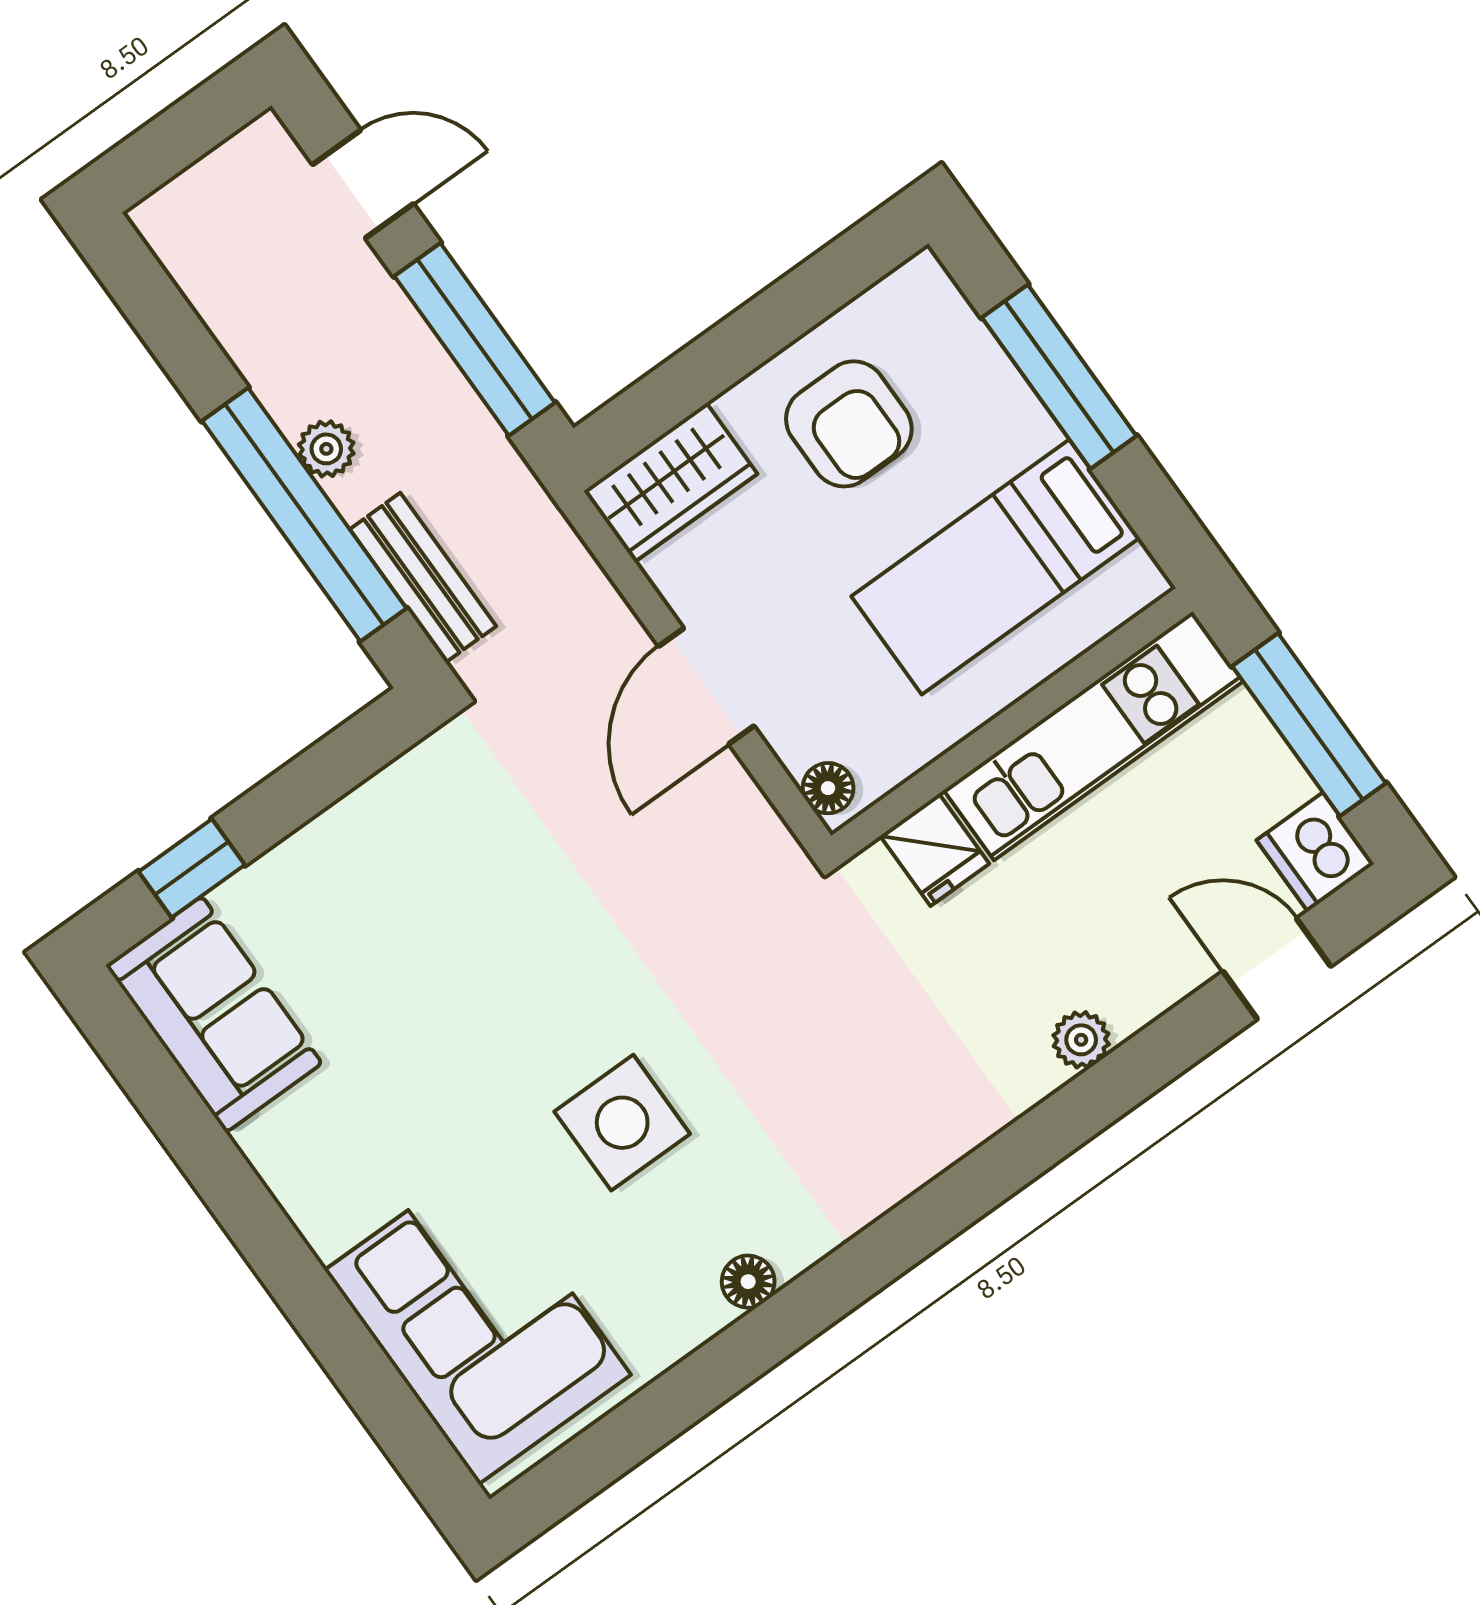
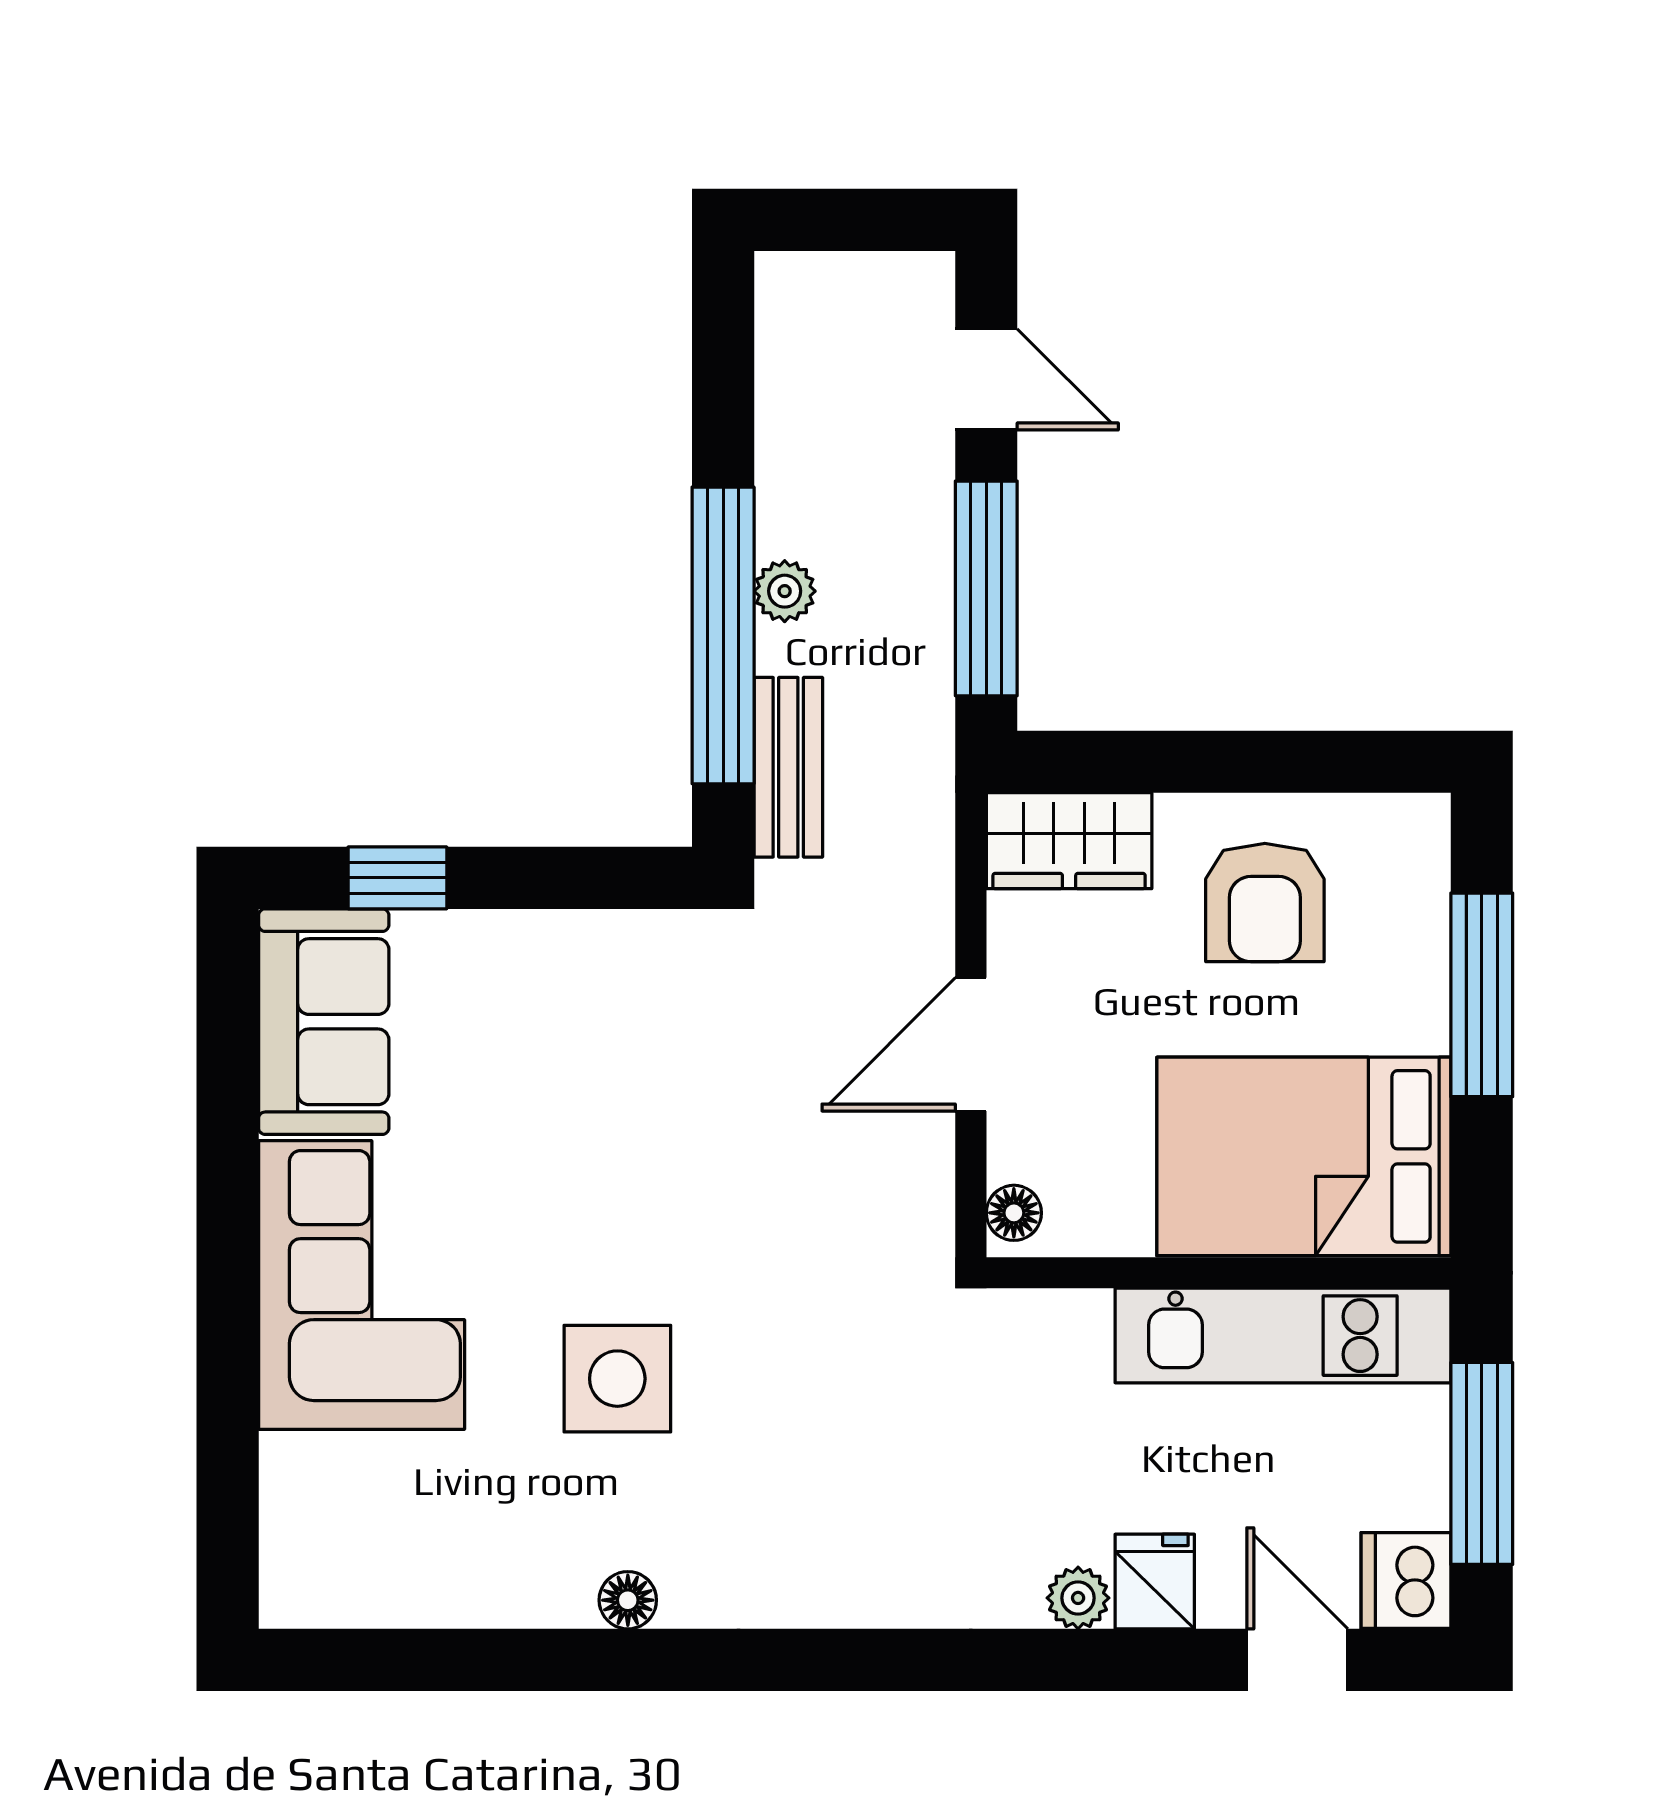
bed: (996, 567) -> (1304, 1156), width x1.50
fridge: (935, 850) -> (1155, 1582), moved, turned 180
corner sofa: (478, 1322) -> (362, 1285), moved

